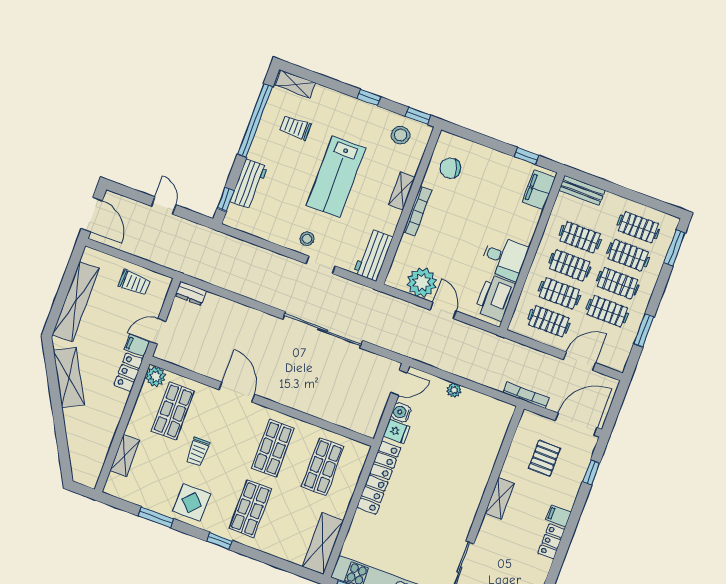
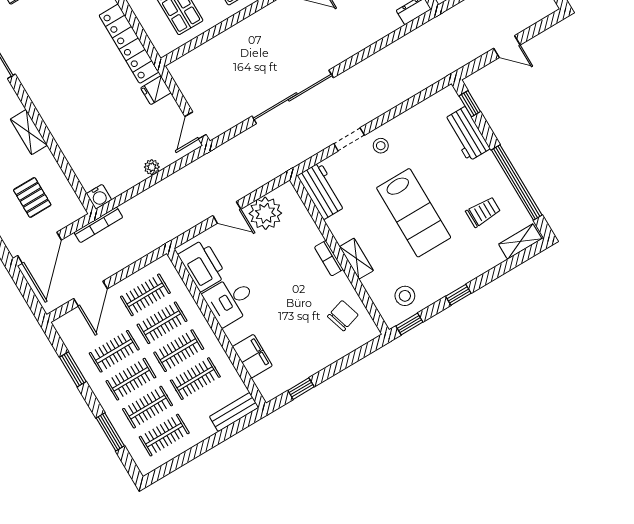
lab bench: (336, 177) -> (414, 213), turned 180
filing cabinet: (539, 190) -> (252, 356), moved
bookcase: (417, 211) -> (329, 258), width x0.64
window: (675, 248) -> (110, 432), moved
water cooler: (401, 412) -> (99, 197), moved, turned 90

